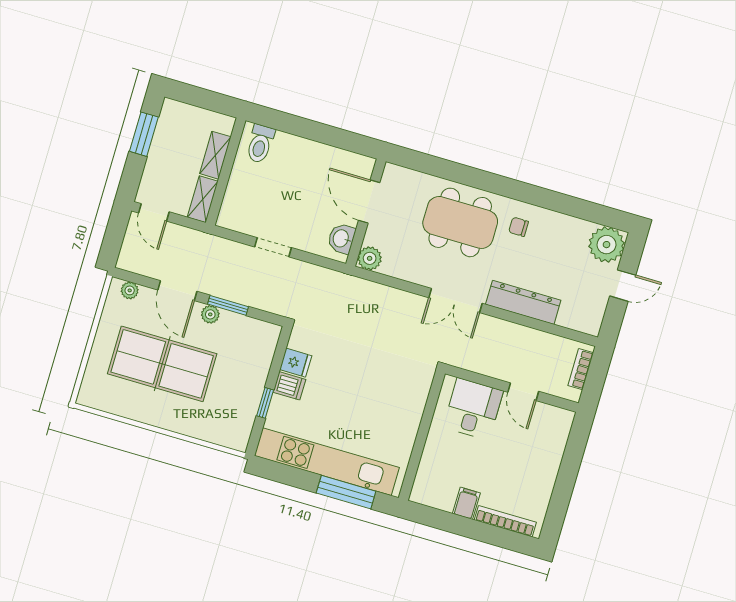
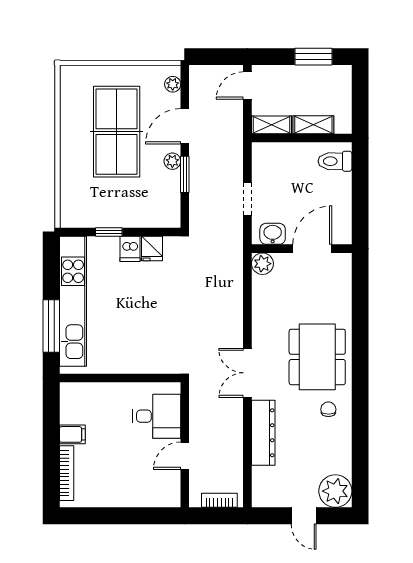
door: (369, 201) -> (312, 249), moved
wall: (366, 213) -> (302, 249), moved
washbasin: (341, 239) -> (273, 234), moved
plant: (370, 258) -> (262, 264), moved

